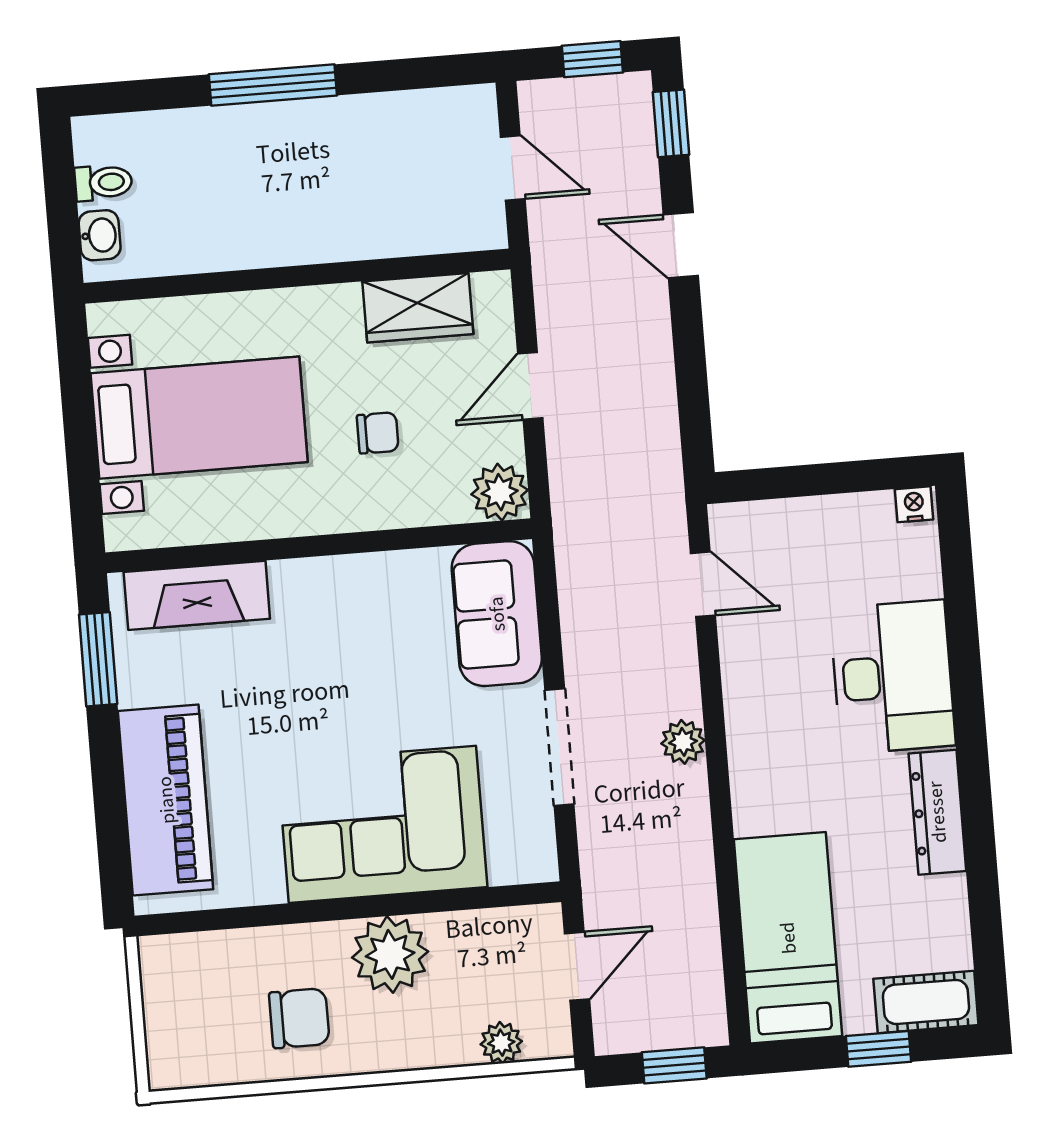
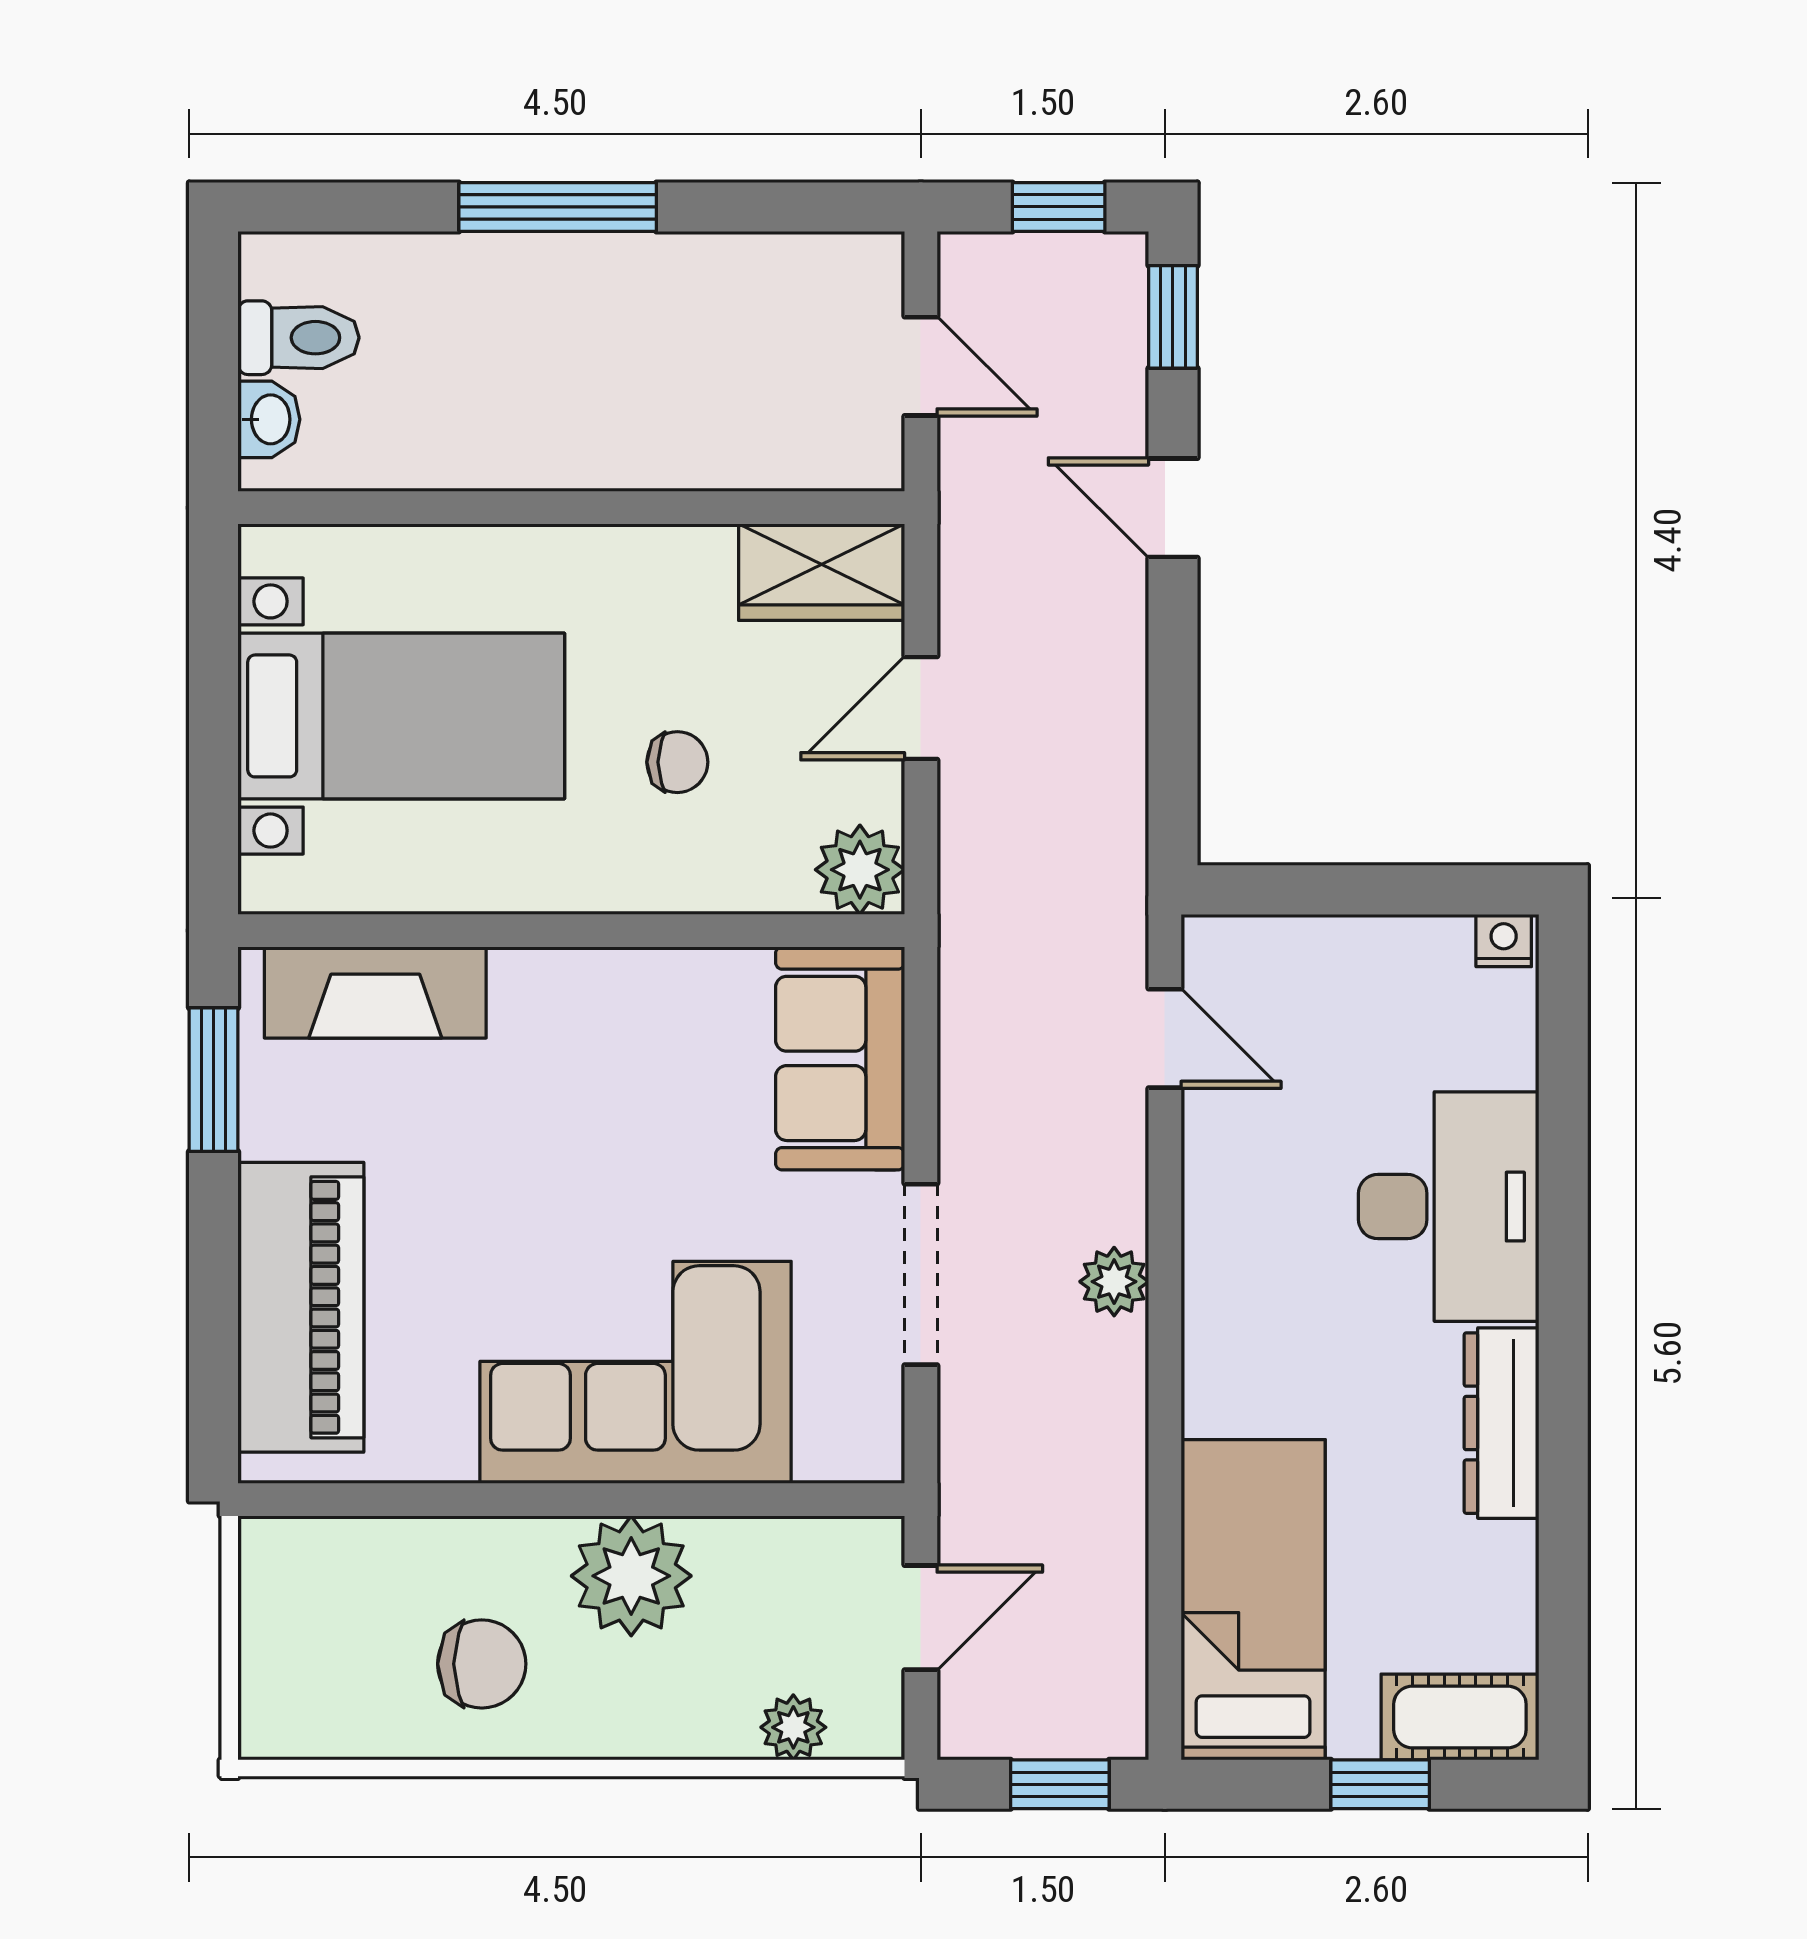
toilet: (103, 182) -> (298, 338), width x1.37, depth x1.39
wardrobe: (418, 308) -> (822, 572), moved

